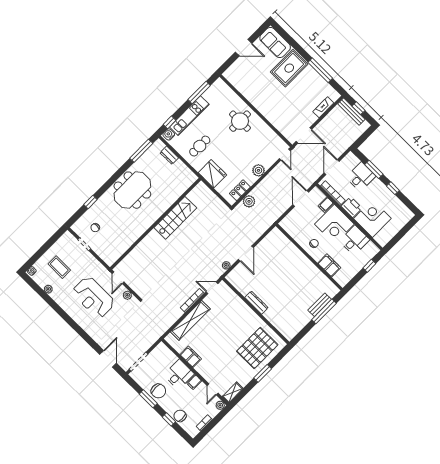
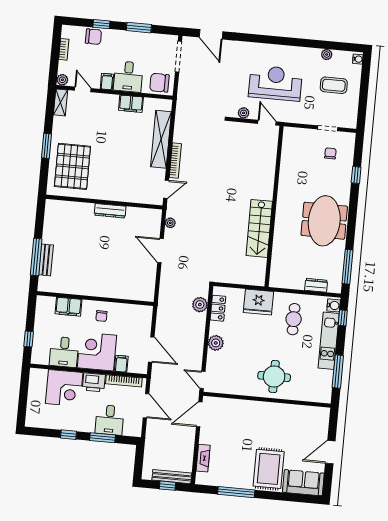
chair: (158, 391) -> (159, 83), moved

